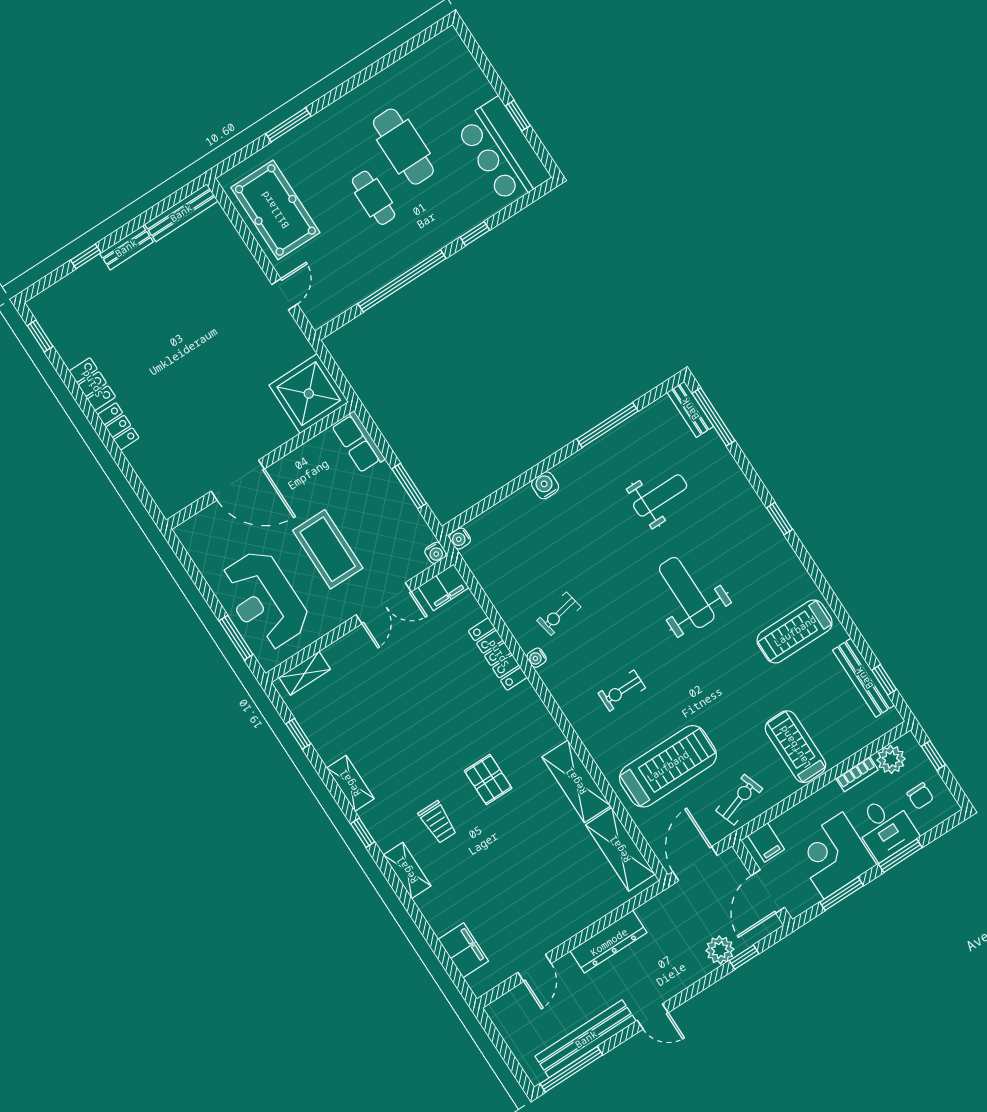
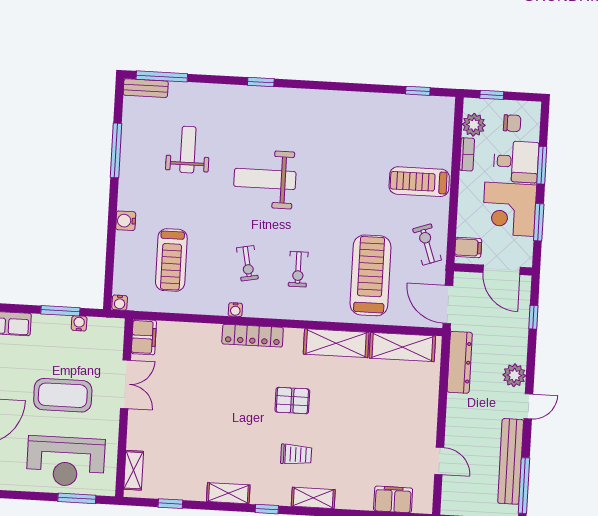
water cooler: (435, 553) -> (79, 323), moved, turned -90
exercise bike: (559, 614) -> (247, 263), moved
treadmill: (795, 631) -> (171, 260), moved
locker: (498, 654) -> (253, 336), moved
bench: (864, 678) -> (407, 103), removed
dresser: (609, 942) -> (460, 362), moved
plant: (720, 950) -> (514, 375), moved

